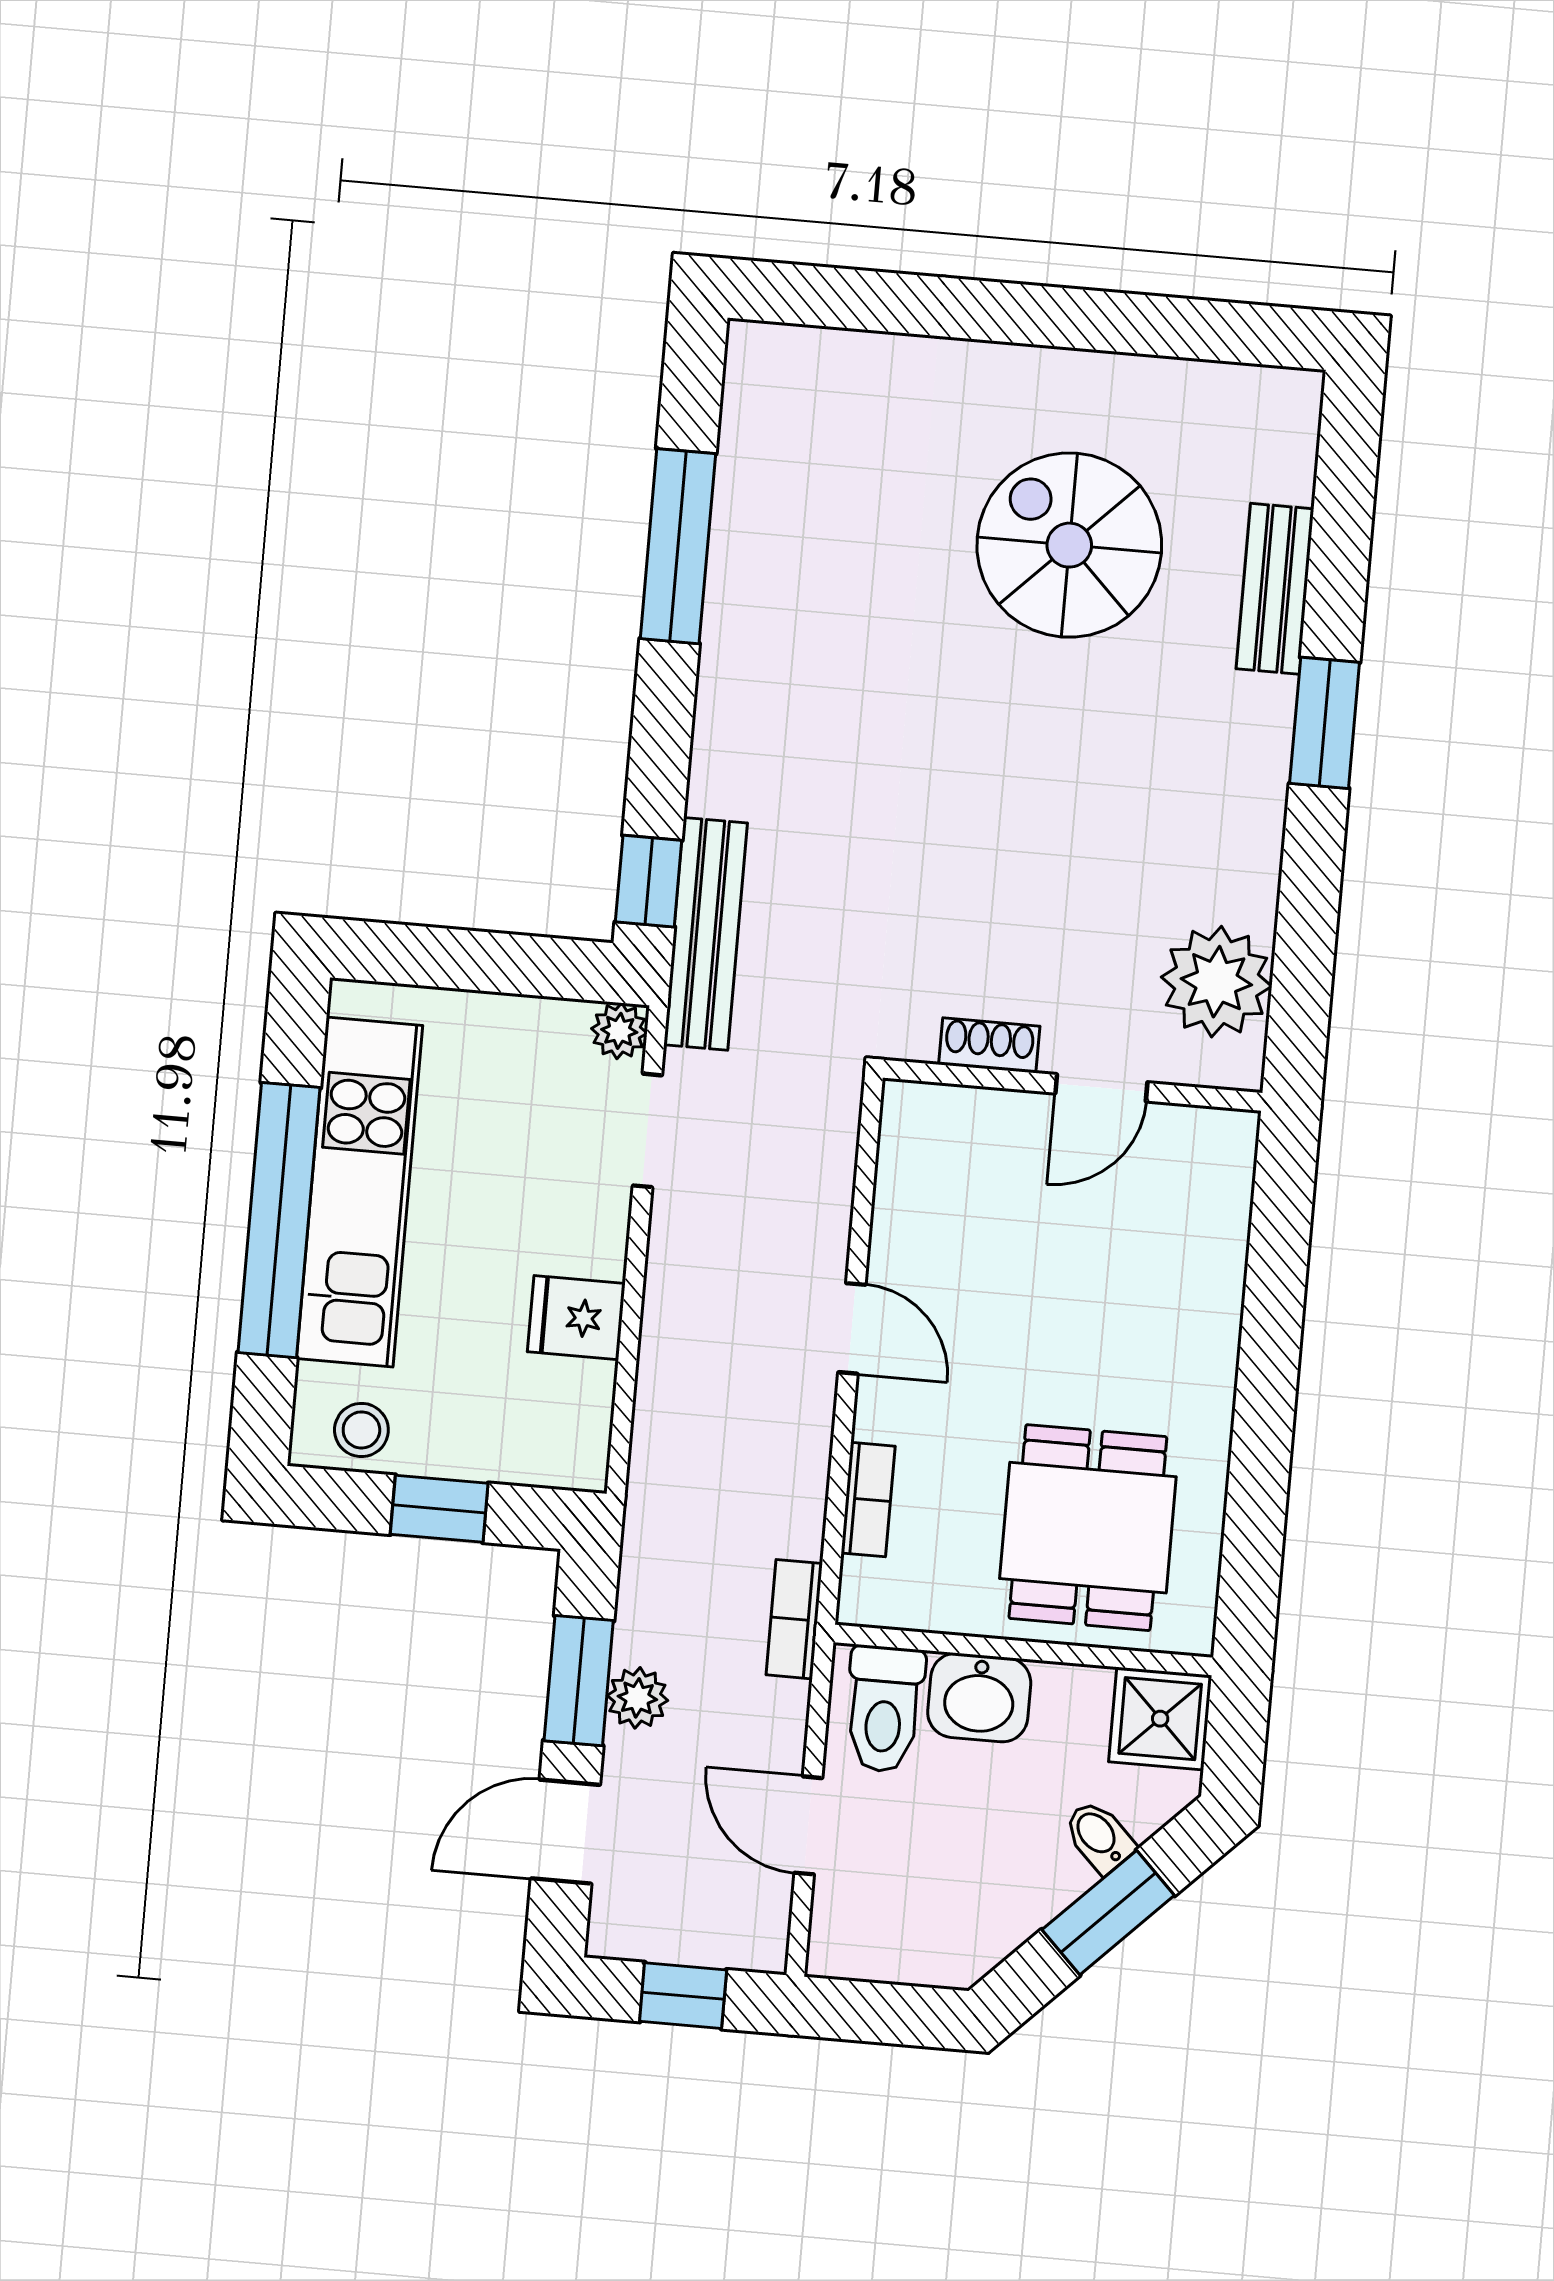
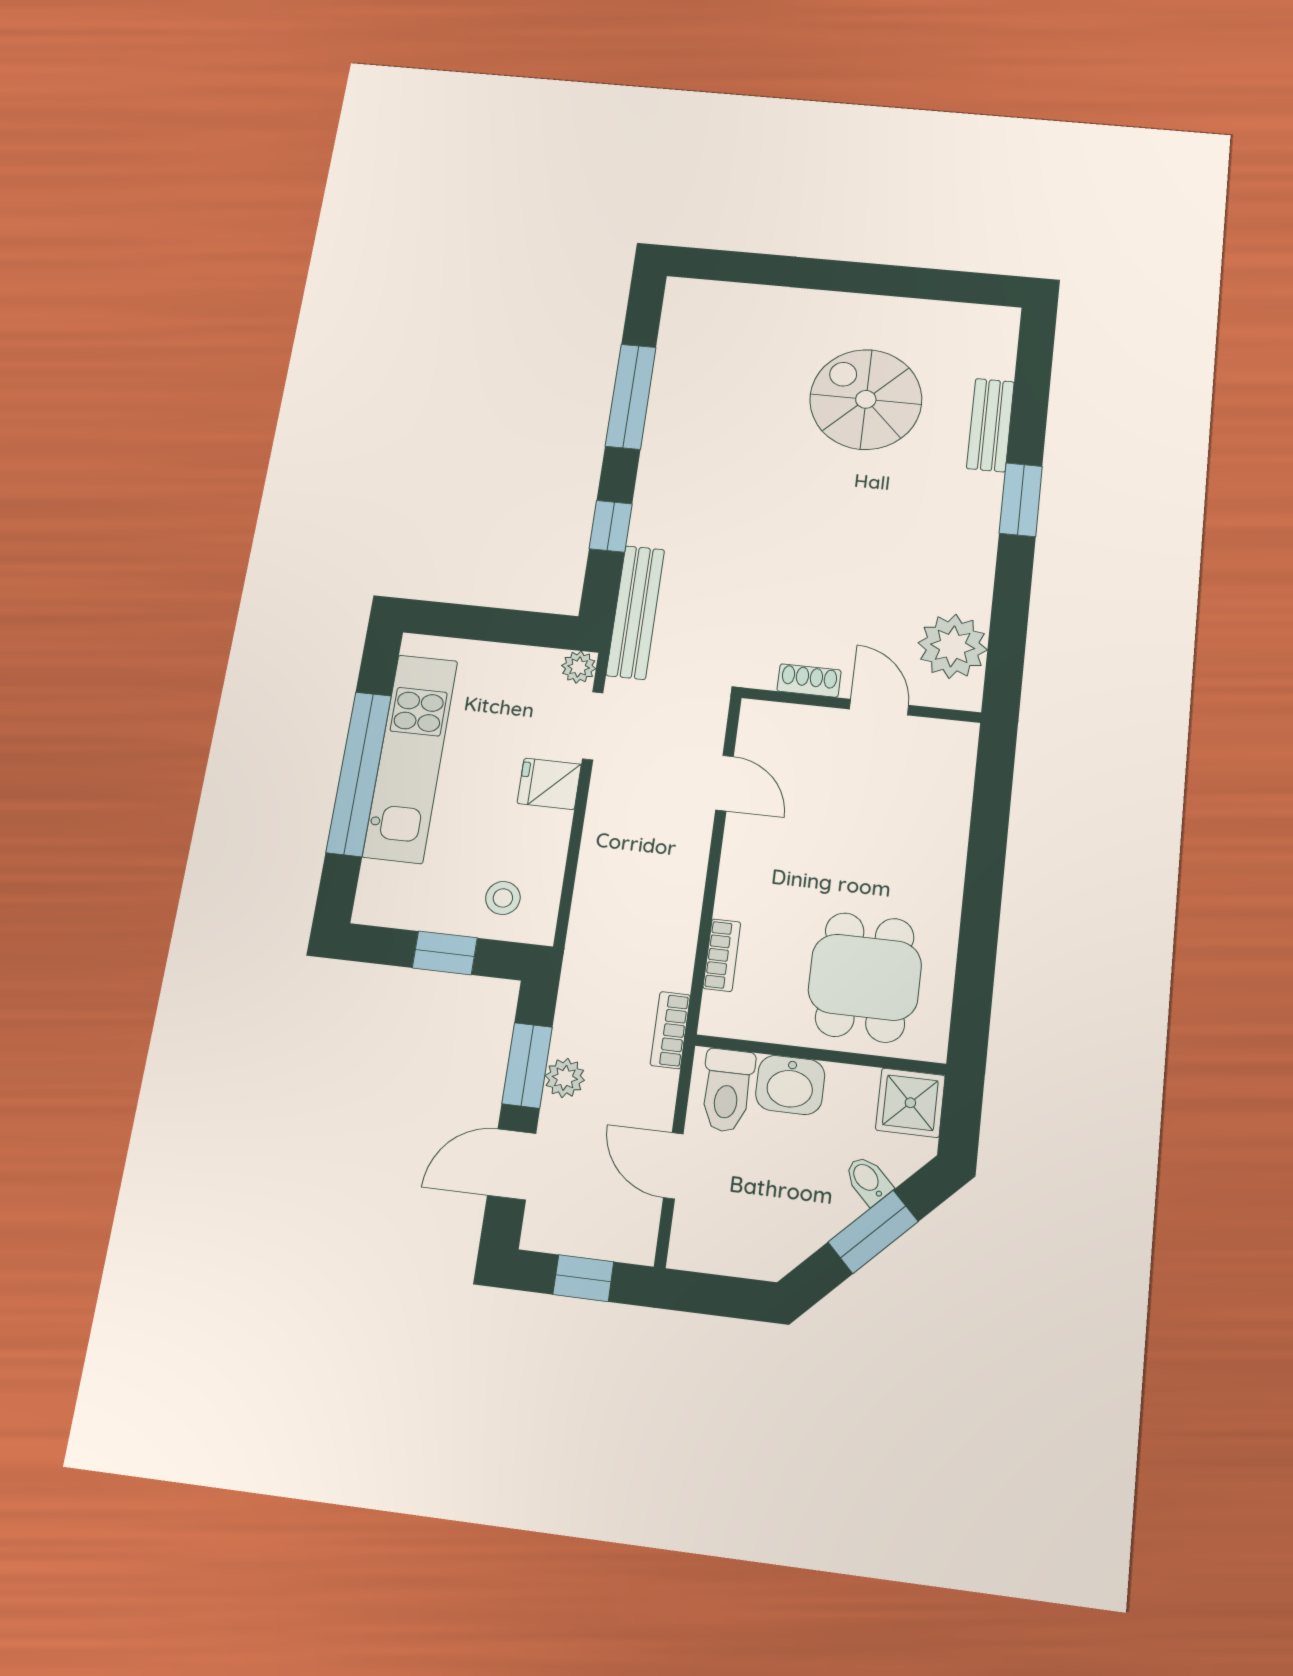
window: (649, 881) -> (611, 526), moved
door: (1101, 1088) -> (879, 707), swing flipped
fridge: (576, 1318) -> (549, 784), moved
door: (852, 1328) -> (725, 783), moved
stool: (361, 1430) -> (503, 898), moved

